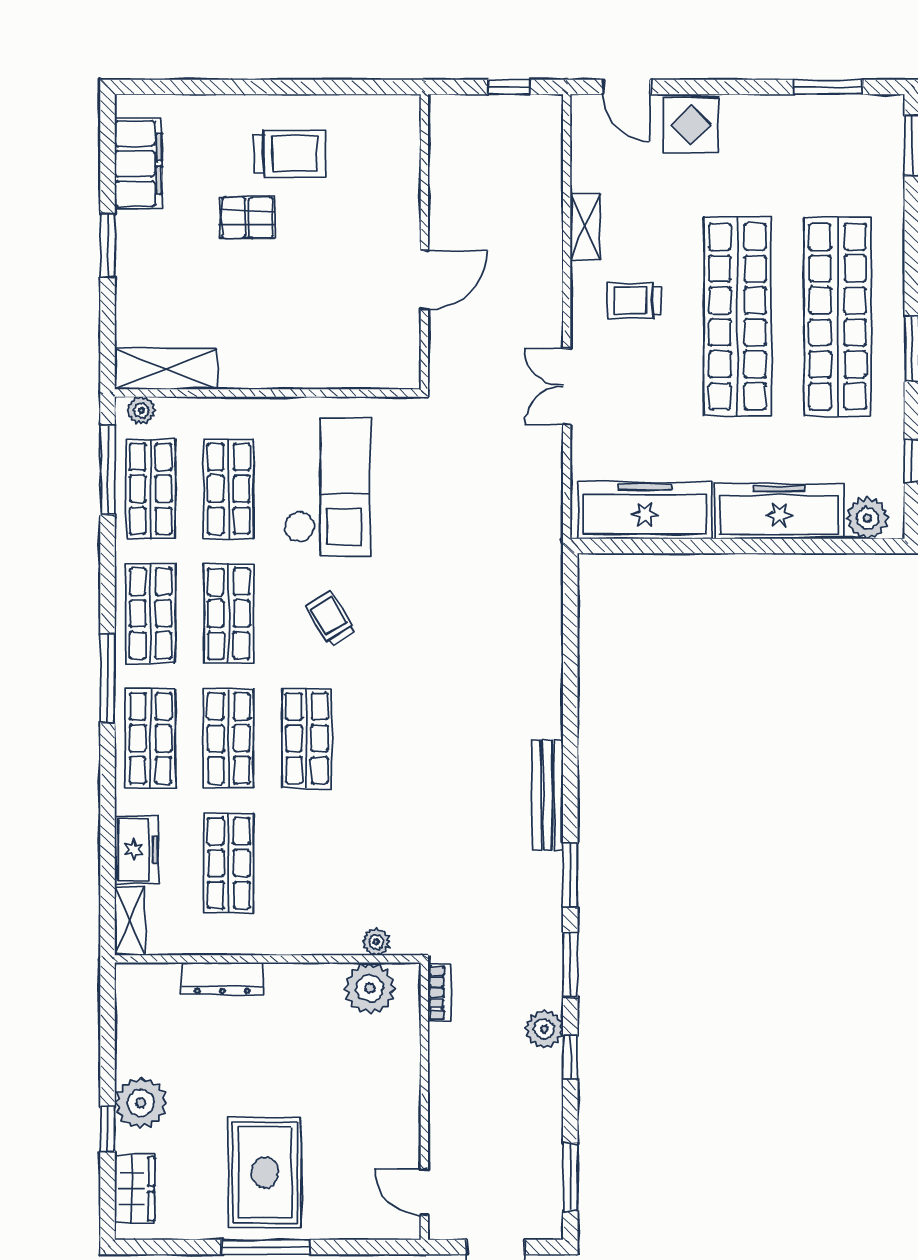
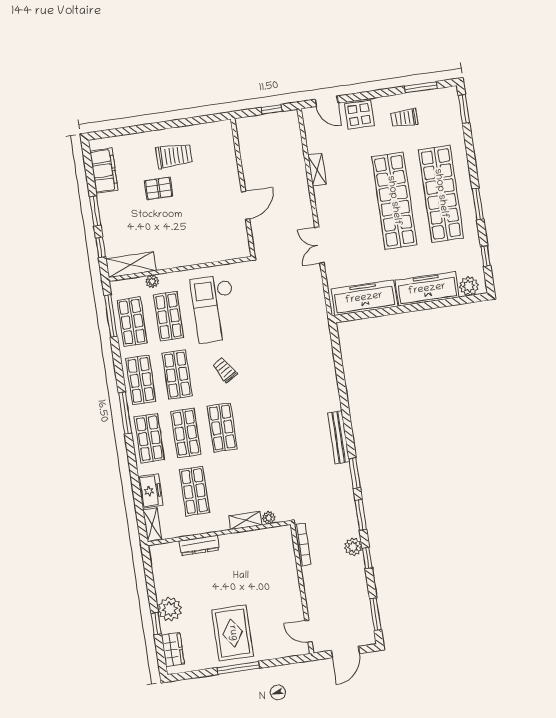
trolley: (634, 301) -> (404, 118), moved
window: (108, 323) -> (101, 247), added
plant: (141, 410) -> (152, 281), moved
checkout: (327, 487) -> (214, 309), turned 180
shelving: (327, 940) -> (245, 520), added
plant: (370, 988) -> (269, 540), removed
bookcase: (439, 993) -> (303, 544), width x1.56

